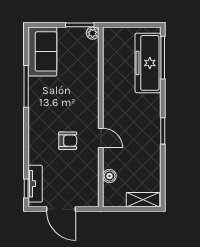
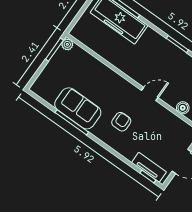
sofa: (42, 51) -> (78, 108), moved
armchair: (68, 141) -> (121, 122), moved

